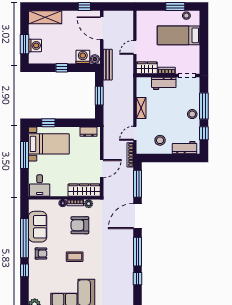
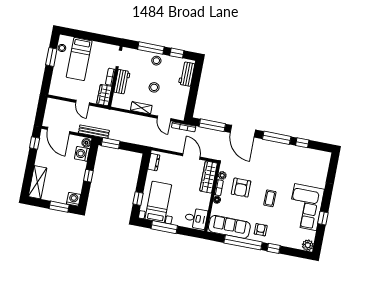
door: (102, 28) -> (58, 131), hinge flipped
washing machine: (35, 45) -> (74, 199), moved
window: (99, 96) -> (111, 143), moved
stool: (160, 140) -> (154, 87), moved
sofa: (38, 227) -> (229, 227), width x1.36

